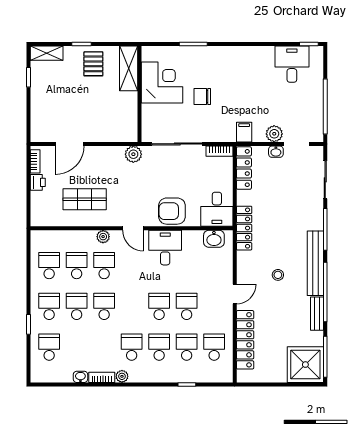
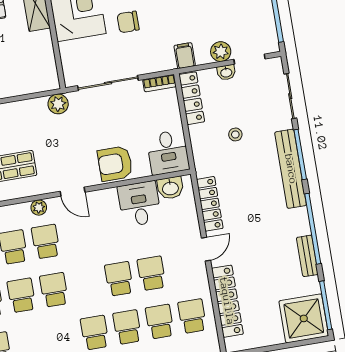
locker: (244, 228) -> (210, 204), moved
desk: (165, 248) -> (139, 204), moved
bench: (315, 263) -> (291, 169), moved
stool: (278, 275) -> (235, 134), moved

